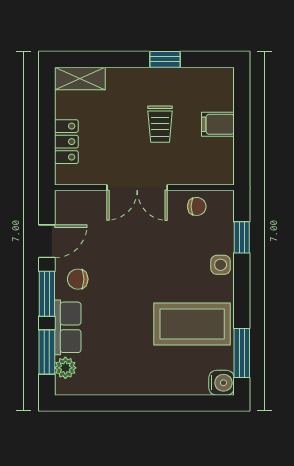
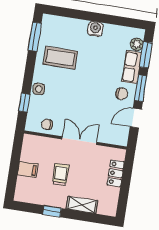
shelving: (80, 78) -> (82, 205), moved
coffee table: (192, 324) -> (60, 58), width x0.73, depth x0.76
water cooler: (221, 383) -> (95, 29), moved, turned 90

